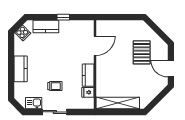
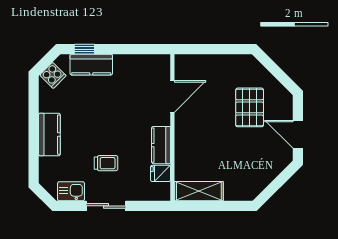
window: (63, 17) -> (84, 49), moved
shelving: (118, 103) -> (199, 191), width x0.68

